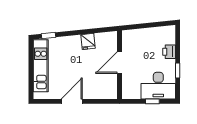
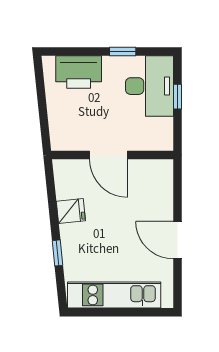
window: (49, 35) -> (57, 253), moved
printer: (169, 52) -> (79, 72), width x1.87, depth x1.48

